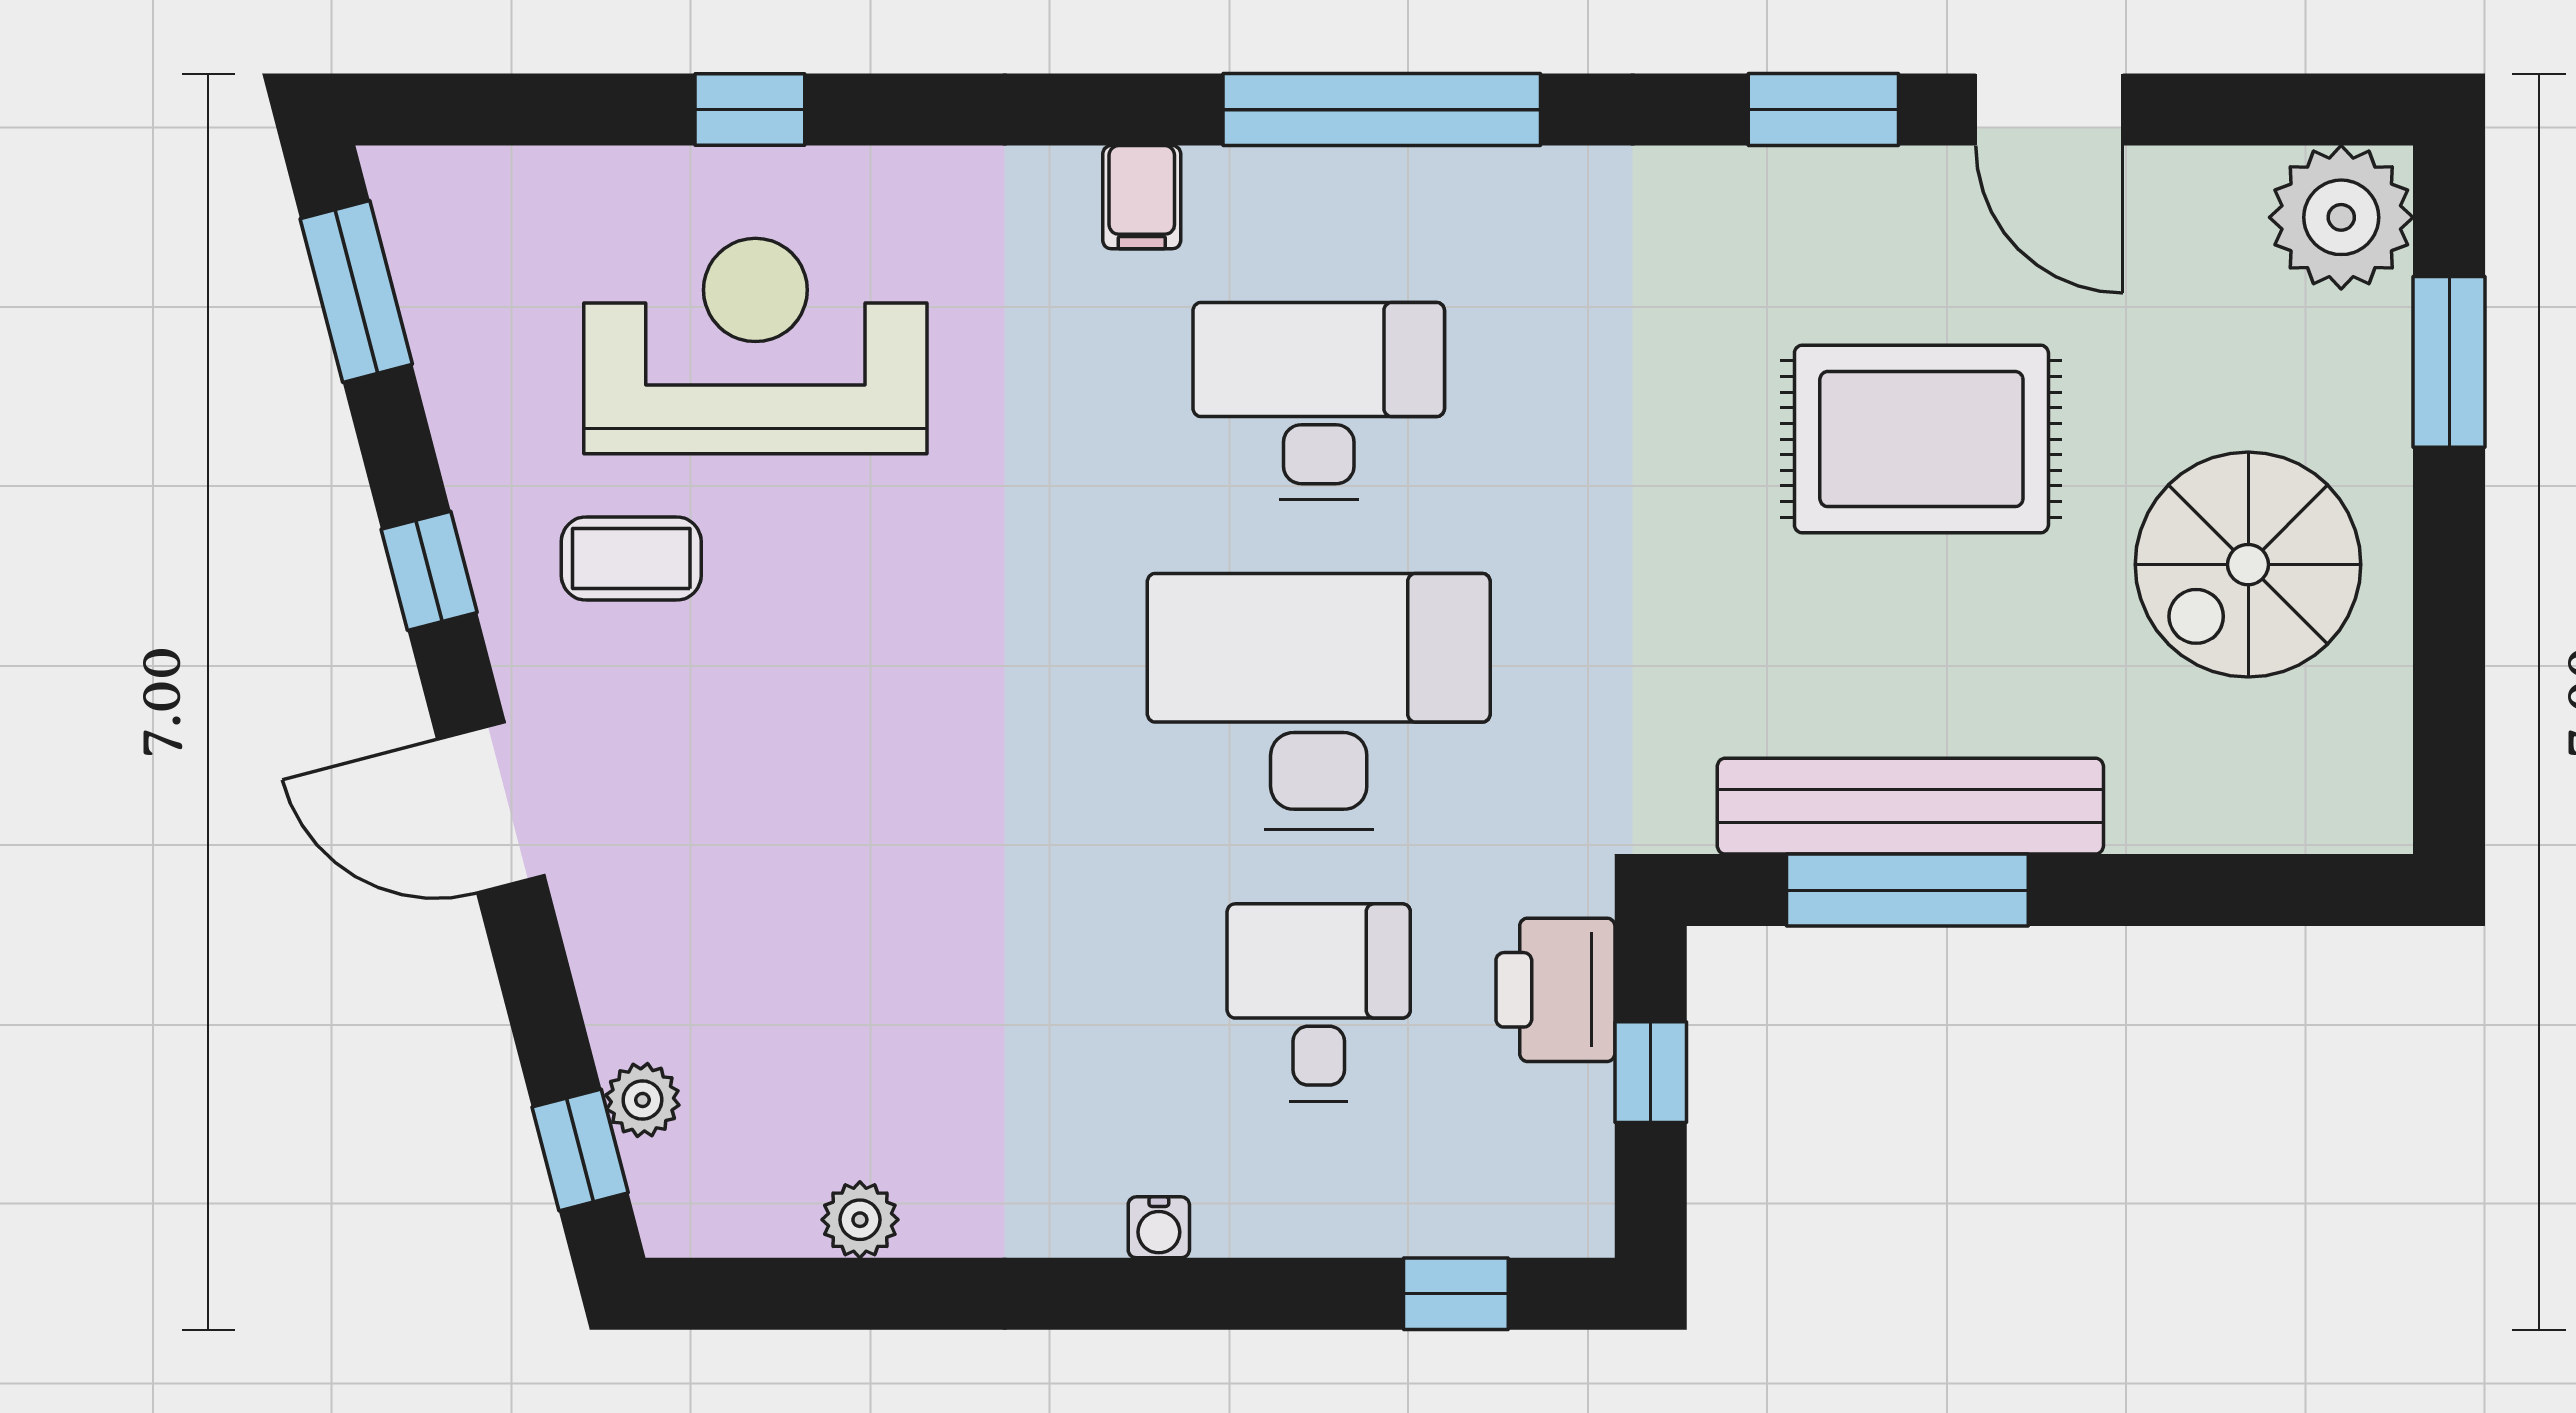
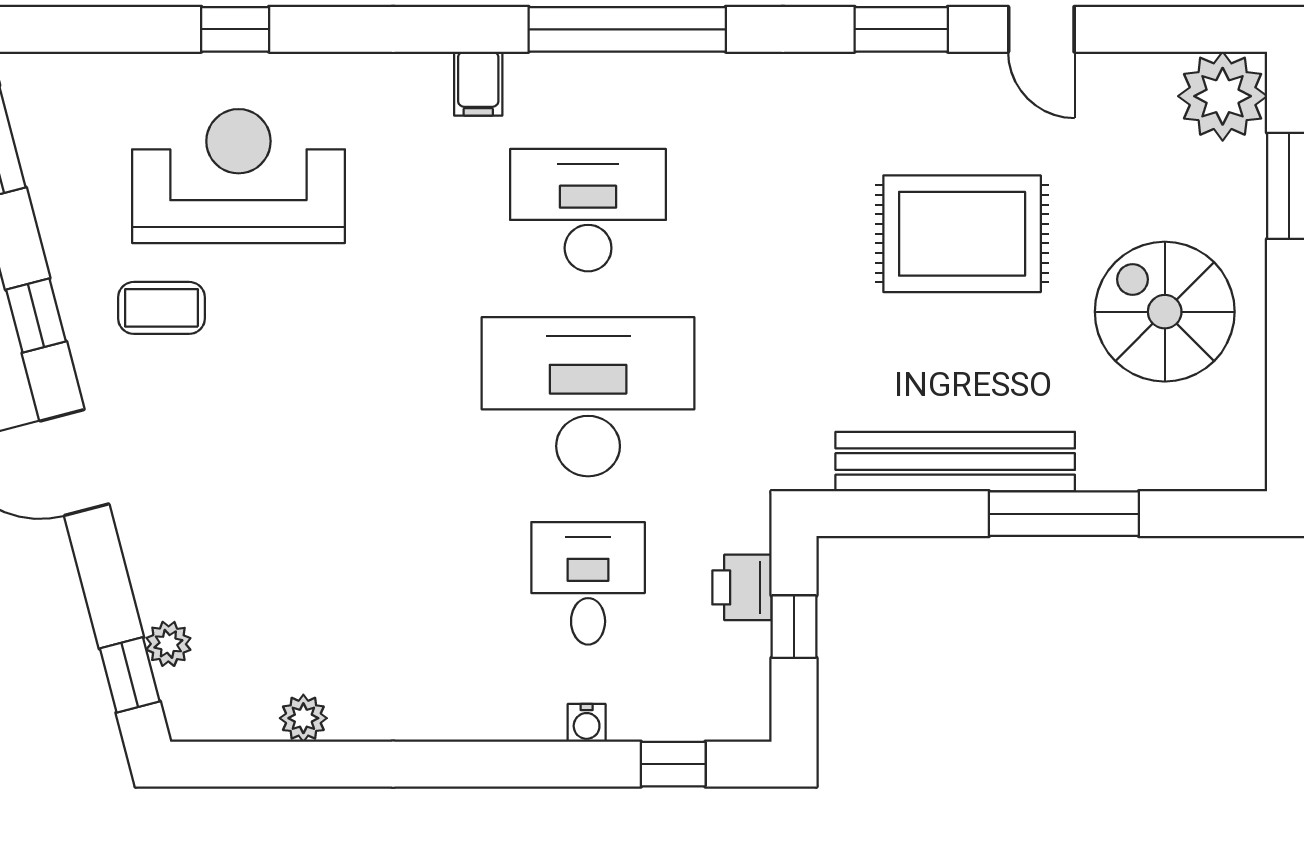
door: (2049, 110) -> (1041, 29), width x0.73
spiral stairs: (2248, 565) -> (1165, 312), turned 90
window: (1907, 890) -> (1064, 514), moved
printer: (1555, 990) -> (742, 587), width x0.73, depth x0.81
water cooler: (1159, 1227) -> (587, 723), moved

